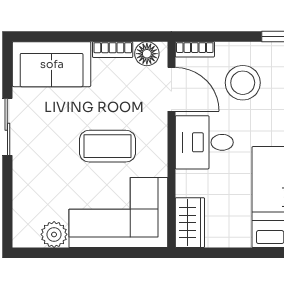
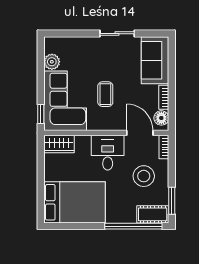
door: (171, 89) -> (140, 133), swing flipped
coffee table: (107, 146) -> (105, 94), width x0.73, depth x0.77
window: (140, 253) -> (41, 114), added

